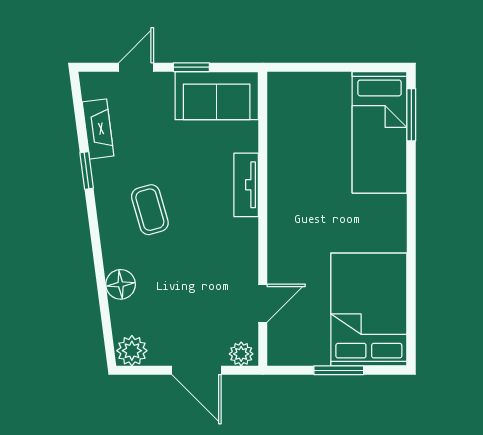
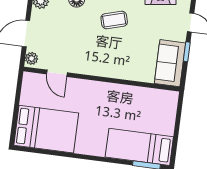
tv unit: (246, 185) -> (121, 73), removed
window: (339, 370) -> (16, 109), removed

